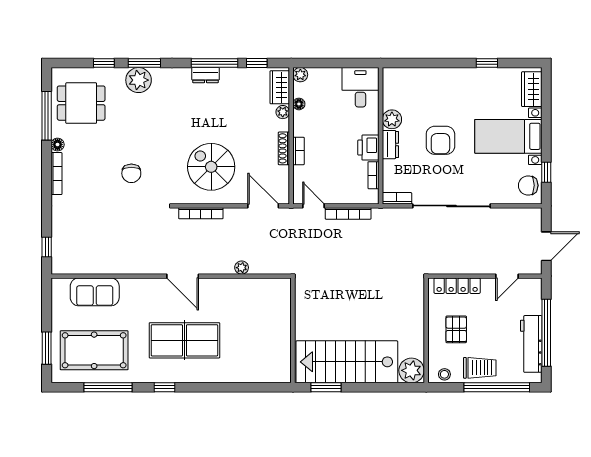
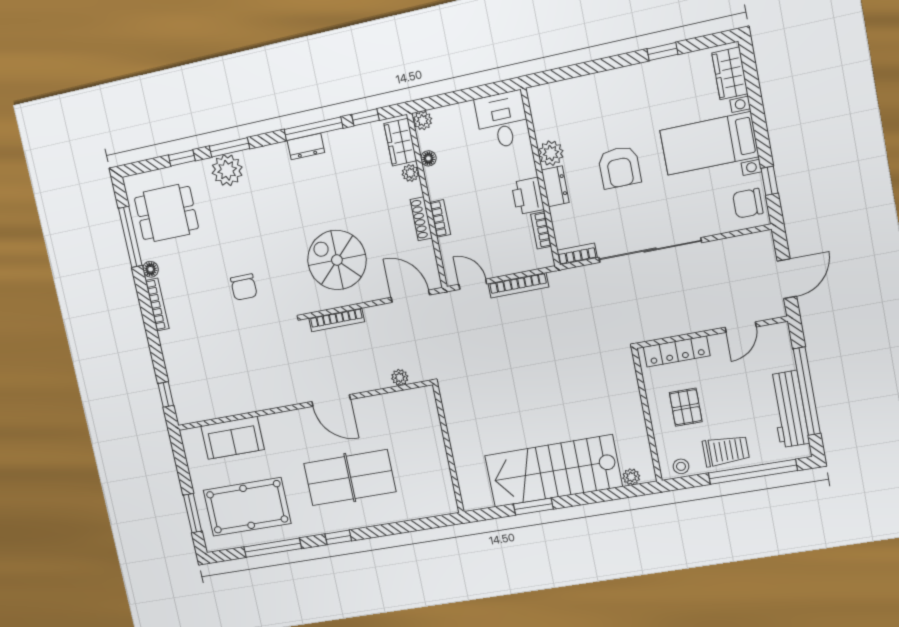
wall: (293, 330) -> (448, 449), moved
plant: (411, 370) -> (631, 477), width x0.53, depth x0.53

